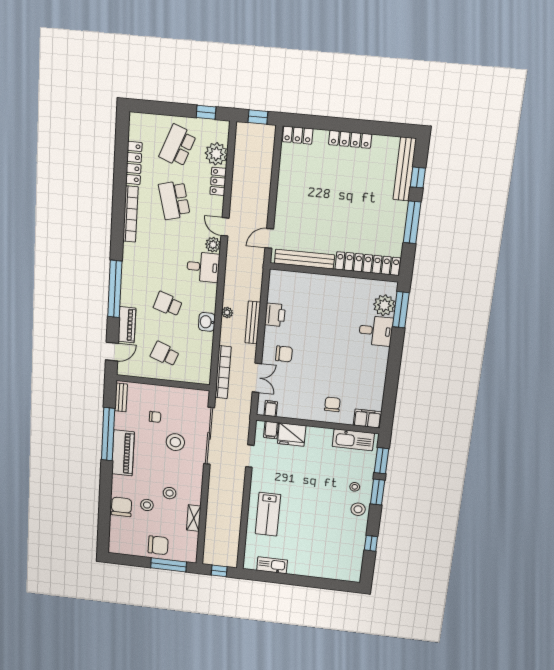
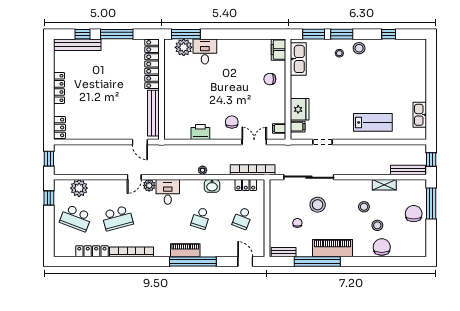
locker: (218, 181) -> (246, 185), moved
bench: (253, 323) -> (408, 170), moved
piano: (127, 325) -> (185, 250), moved
chair: (121, 507) -> (382, 247), turned 90

